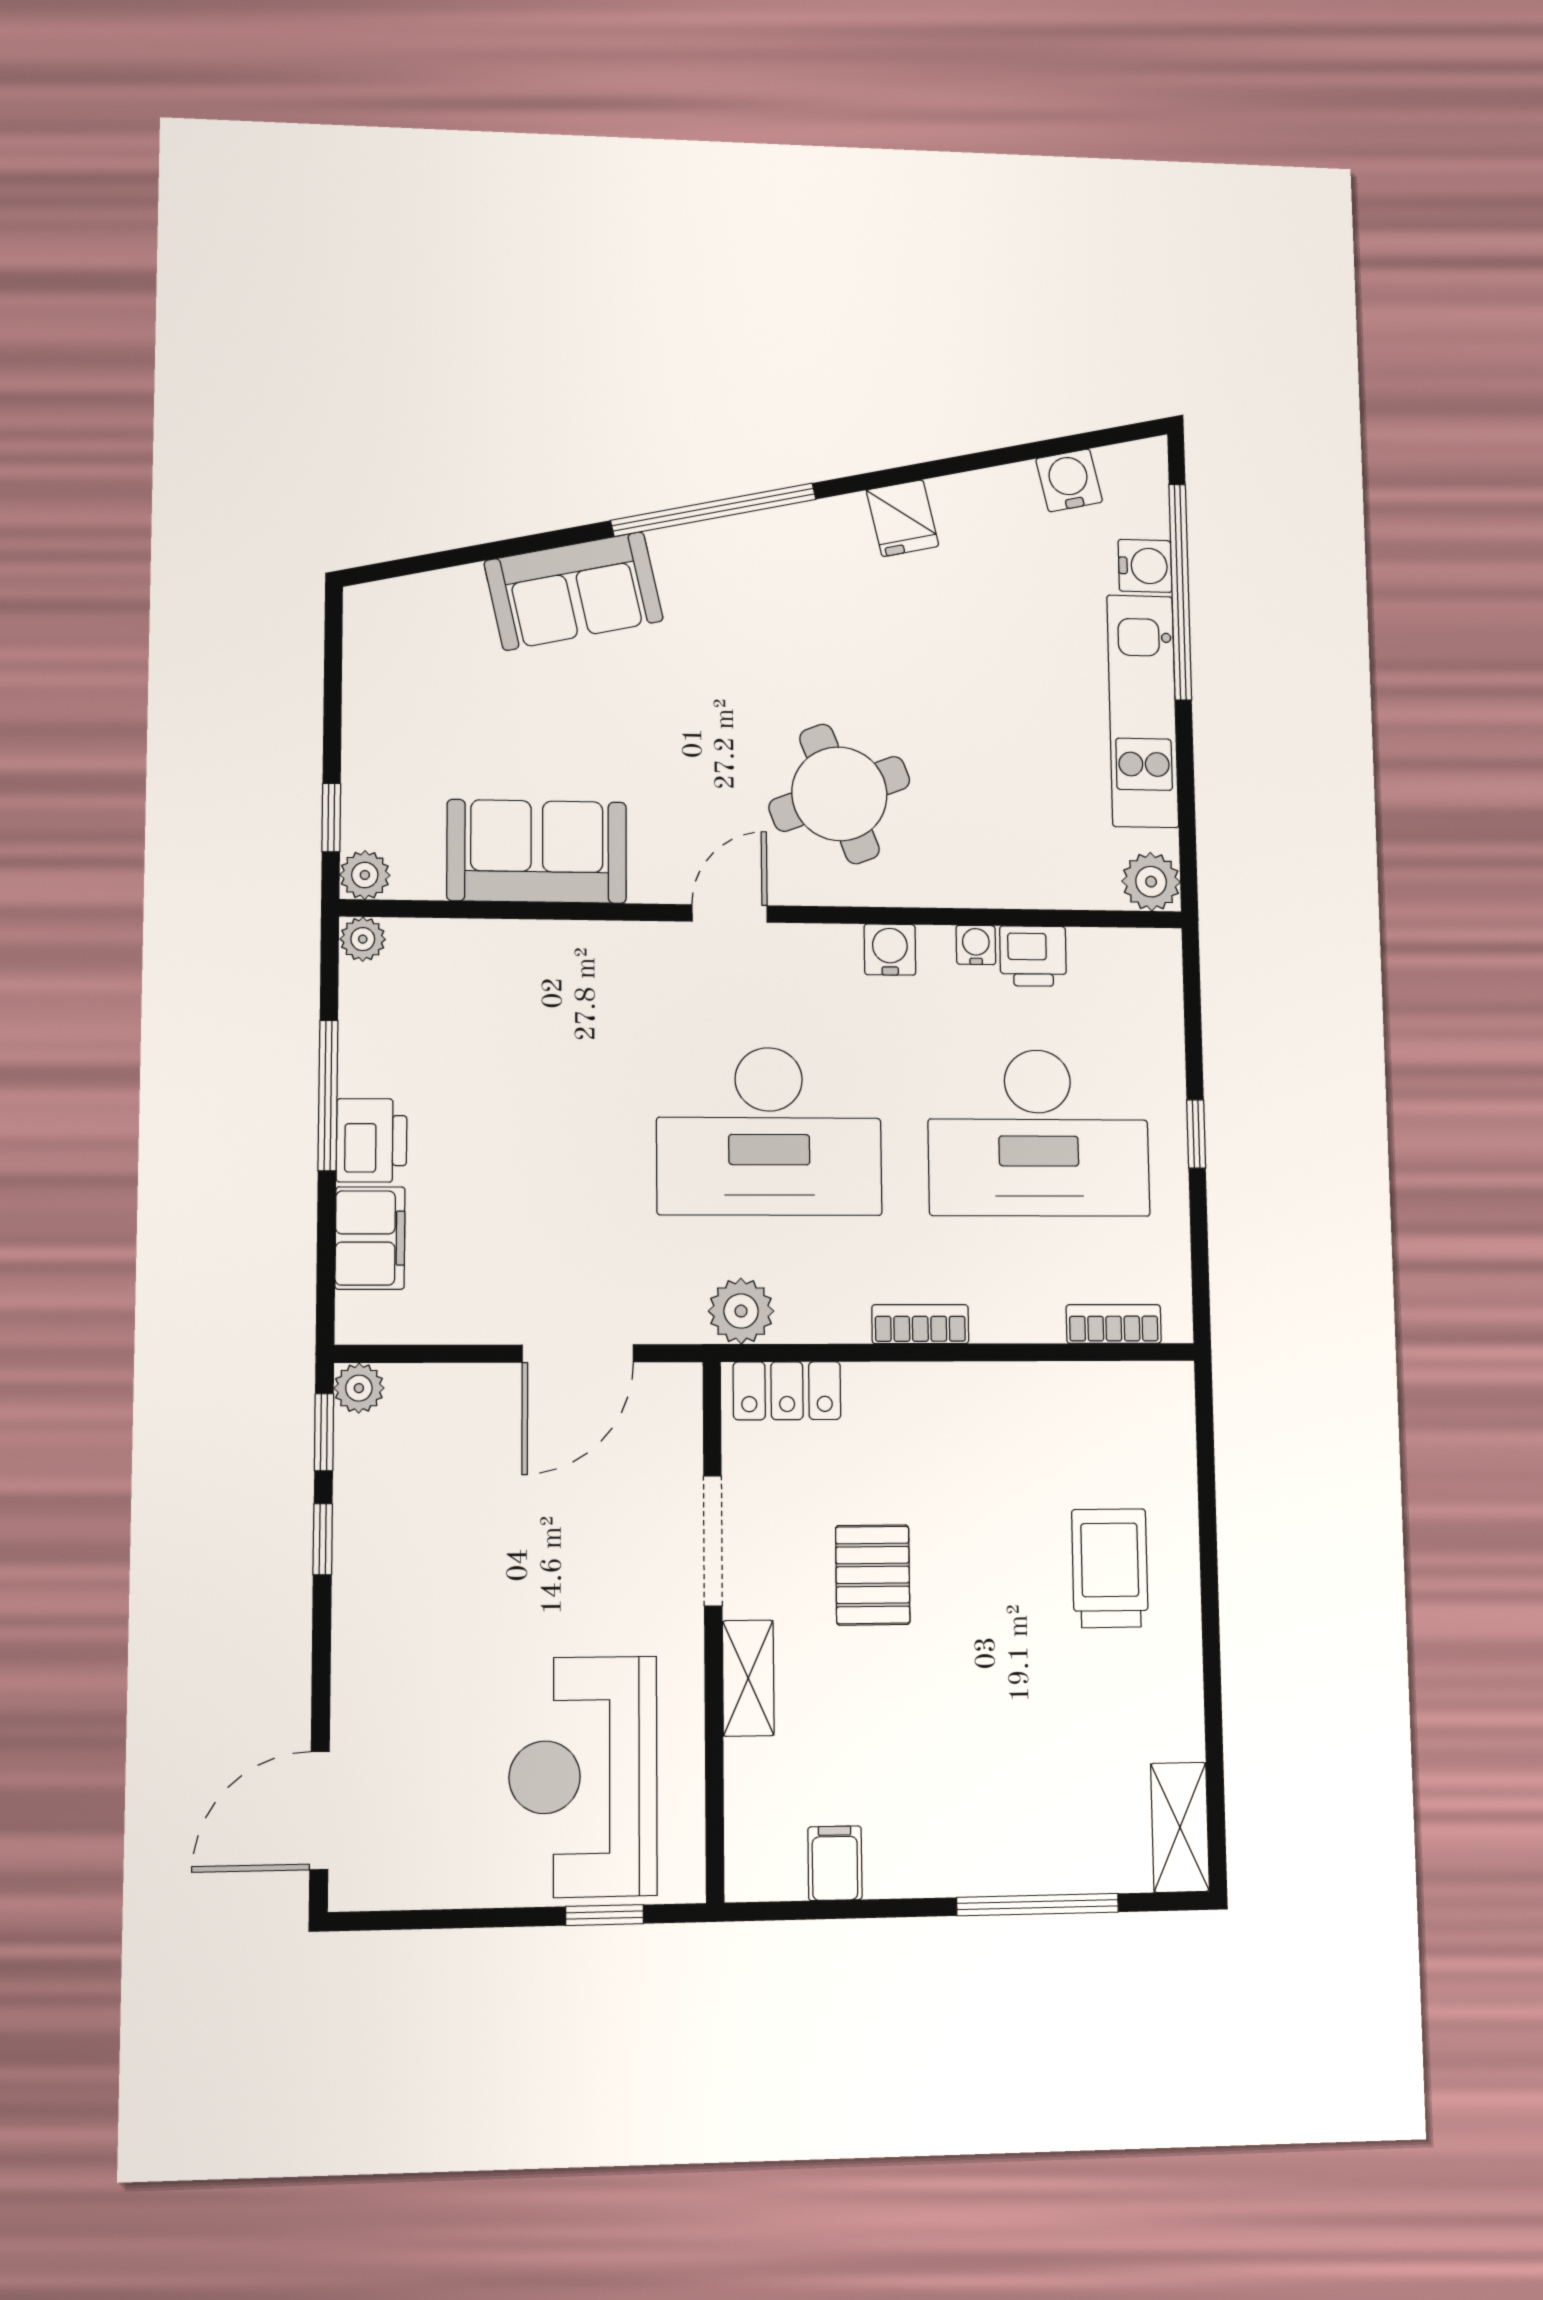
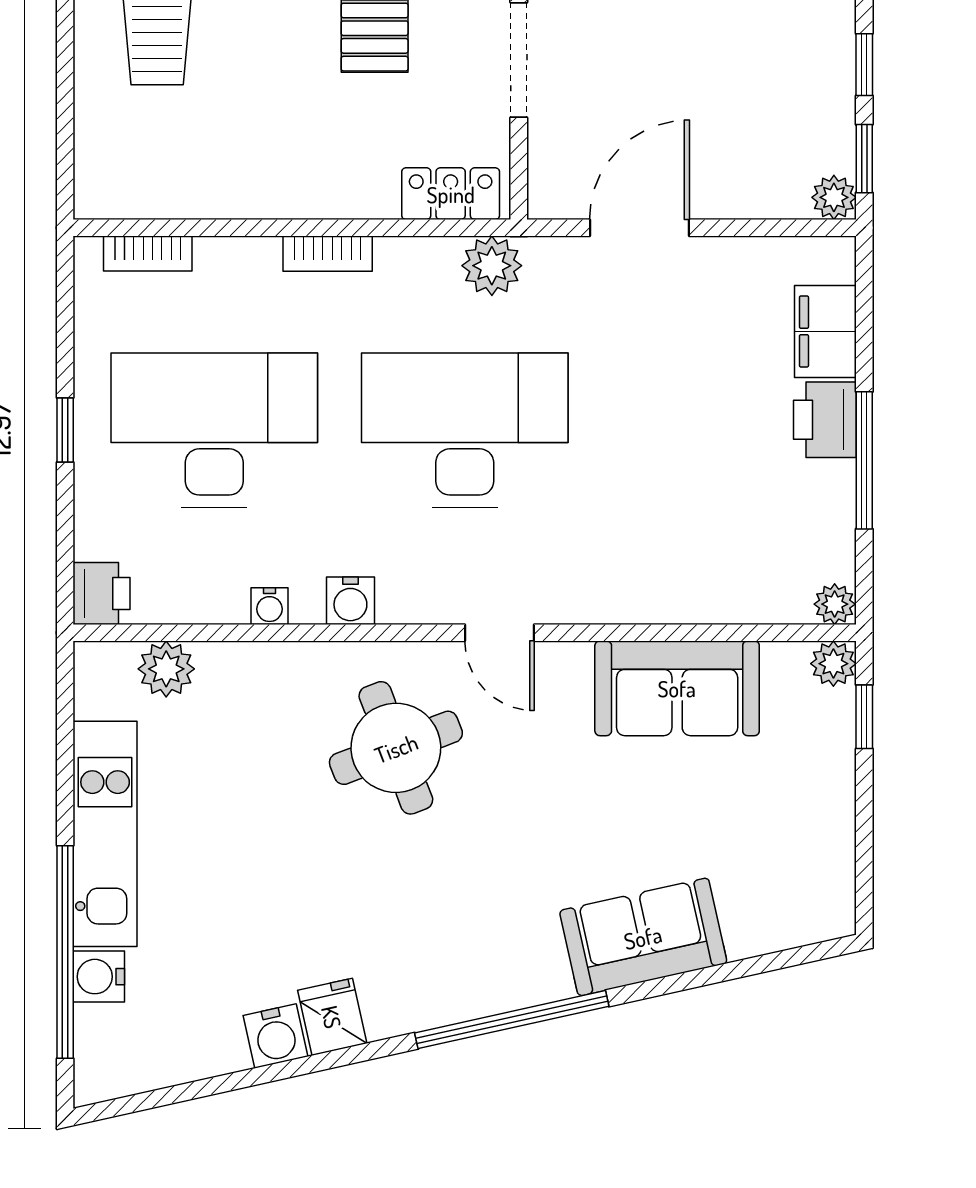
water cooler: (1069, 480) -> (276, 1036), moved
plant: (1151, 882) -> (166, 669), moved
door: (730, 913) -> (500, 633), hinge flipped
printer: (1033, 956) -> (102, 593), moved, turned 90

